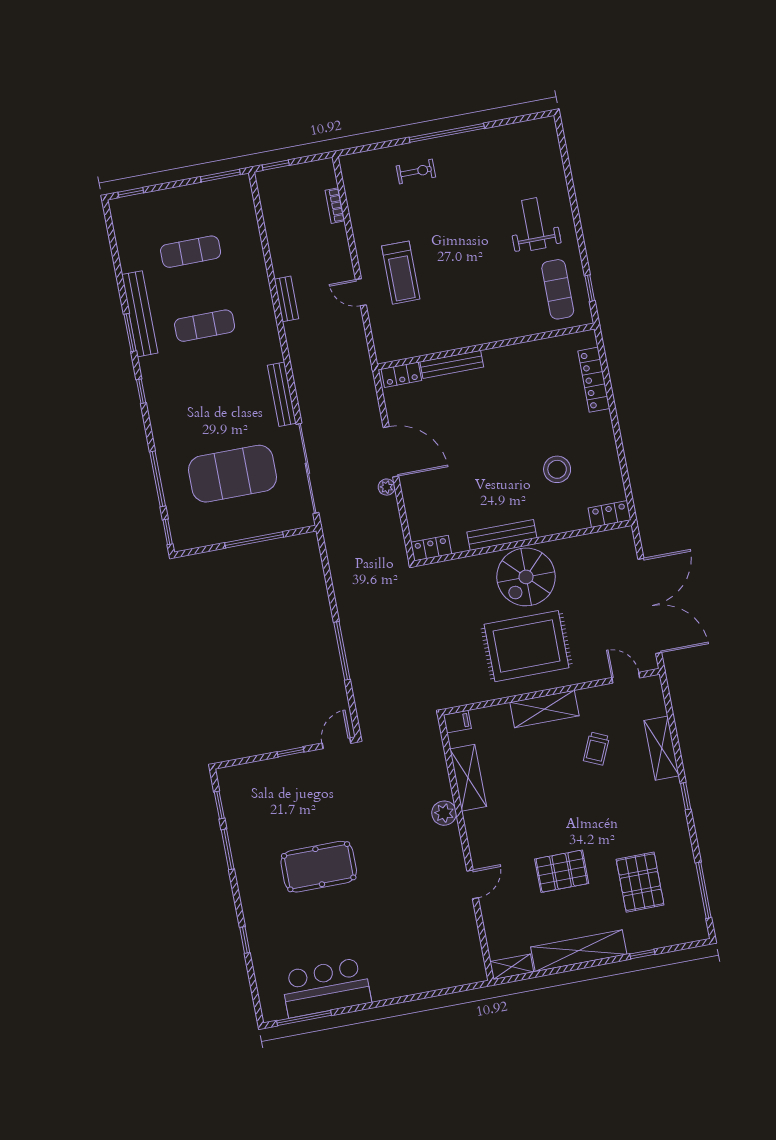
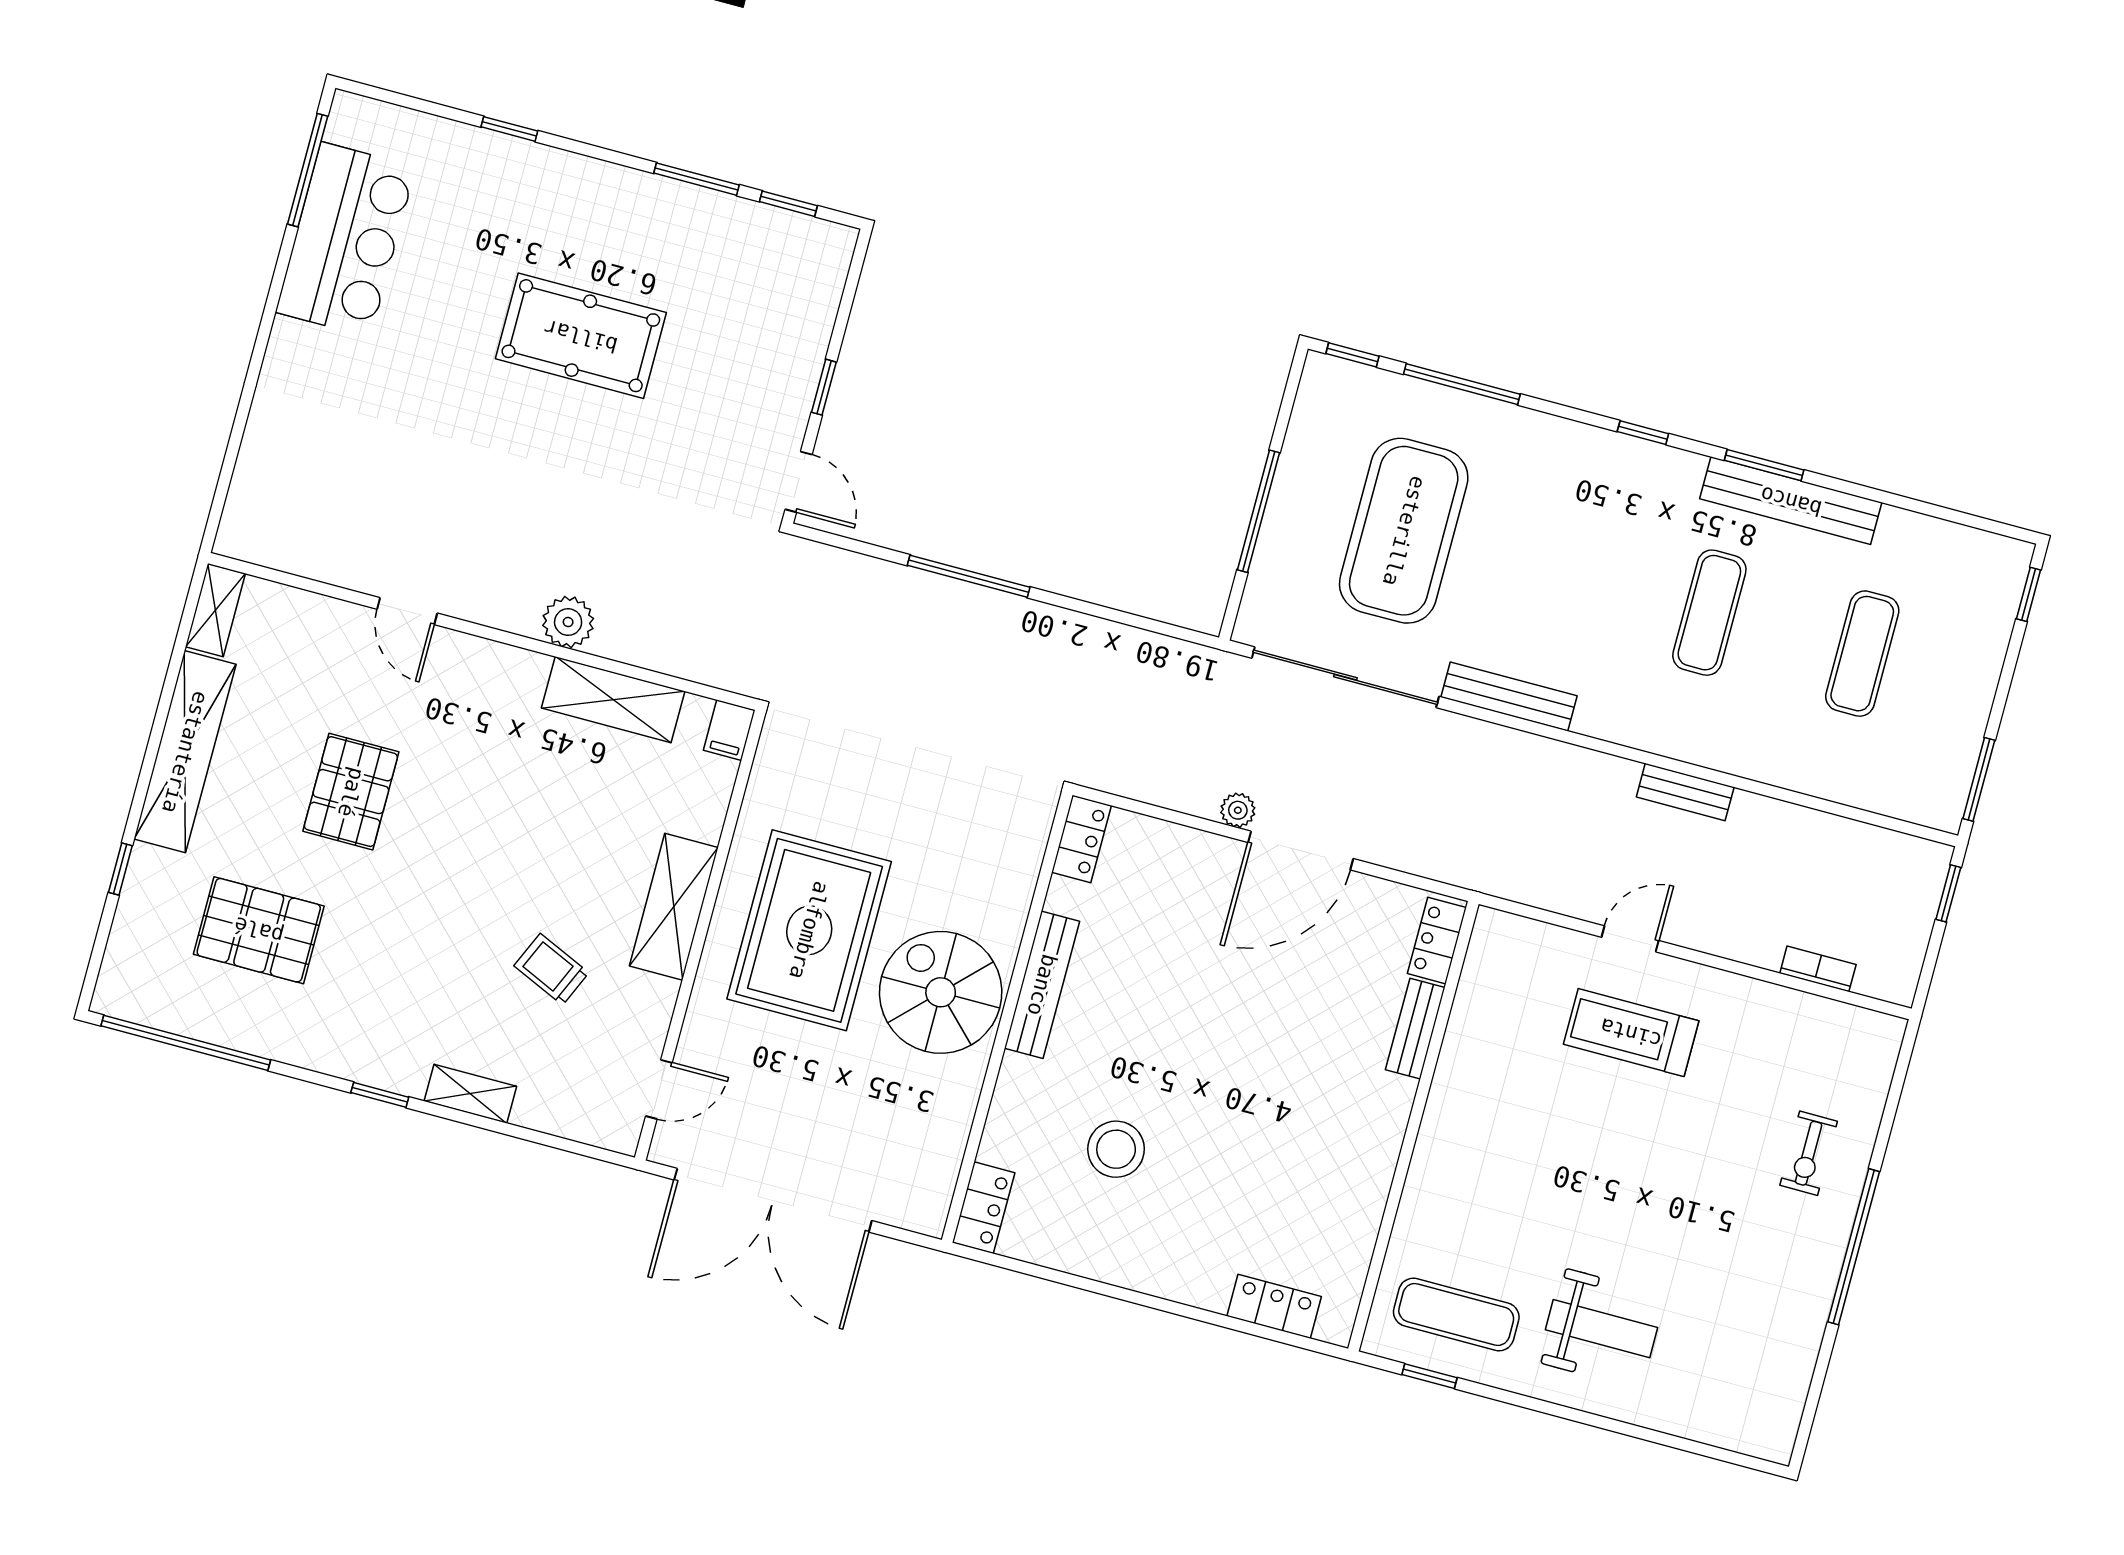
bench: (452, 364) -> (1415, 1029), width x0.73
locker: (594, 380) -> (1274, 1306), width x0.66
shelving: (662, 748) -> (470, 1094), width x0.67, depth x0.75
pool table: (319, 867) -> (581, 336), turned 90
window: (703, 890) -> (186, 1043), width x1.46

